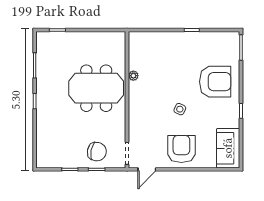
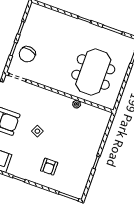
armchair: (215, 82) -> (49, 167), width x0.53, depth x0.53
meeting table: (96, 88) -> (93, 72), moved

